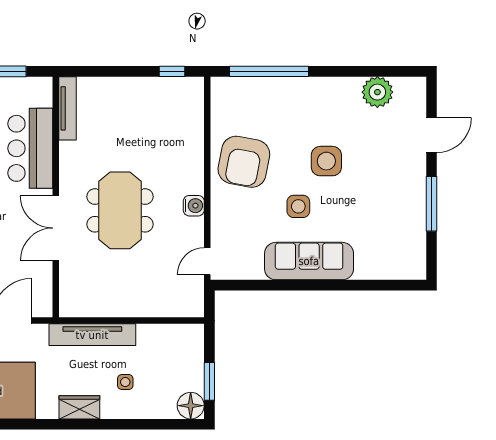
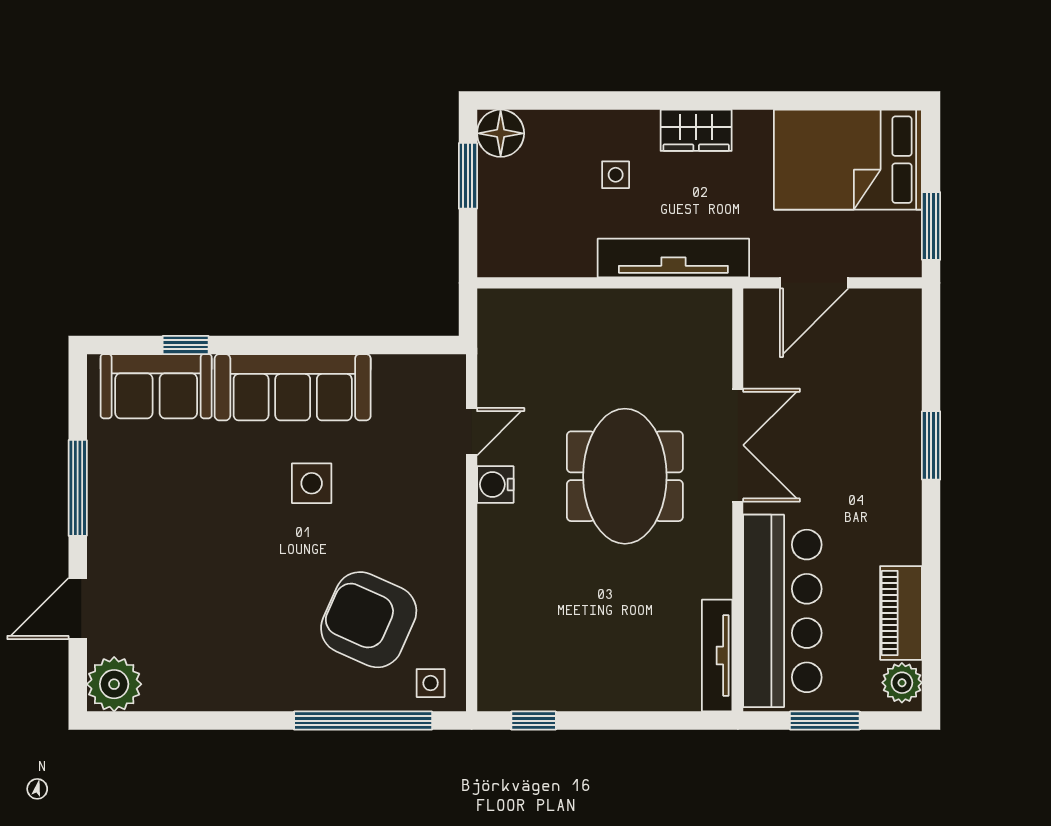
plant: (377, 92) -> (114, 684), moved
bar counter: (30, 148) -> (782, 611), width x1.36
side table: (326, 161) -> (431, 683), moved, width x0.54, depth x0.54
armchair: (244, 162) -> (369, 620), moved, turned -77
door: (207, 261) -> (472, 432), moved
sofa: (387, 262) -> (156, 386), added
window: (370, 285) -> (186, 345), added

